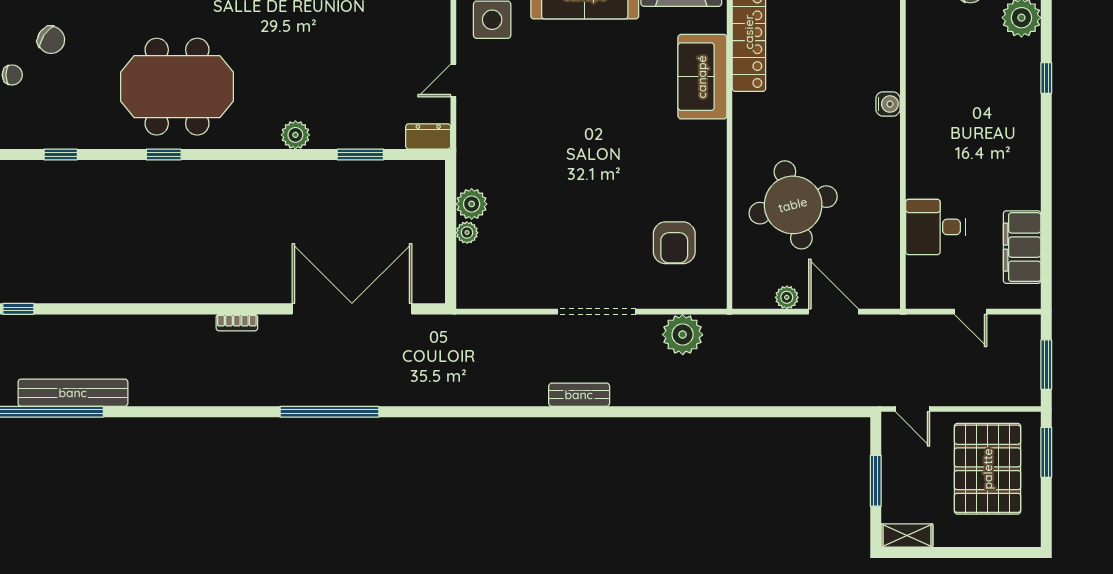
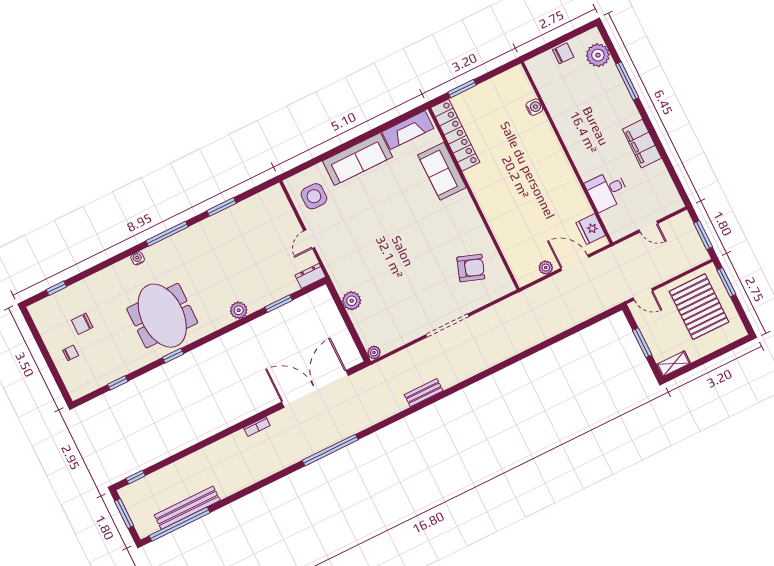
chair: (51, 40) -> (82, 324), turned 146
window: (1046, 78) -> (627, 81), width x2.17
meeting table: (177, 87) -> (162, 316), turned 90
water cooler: (888, 104) -> (534, 107), moved
round table: (793, 205) -> (525, 216), removed
plant: (467, 233) -> (374, 352), moved
armchair: (674, 243) -> (471, 268), turned -71
filing cabinet: (1022, 247) -> (642, 144), moved
fridge: (883, 273) -> (591, 229), added
plant: (683, 335) -> (500, 315), removed
bench: (579, 395) -> (424, 393), moved

